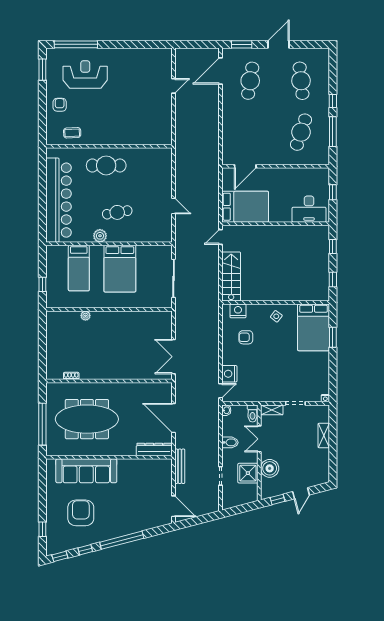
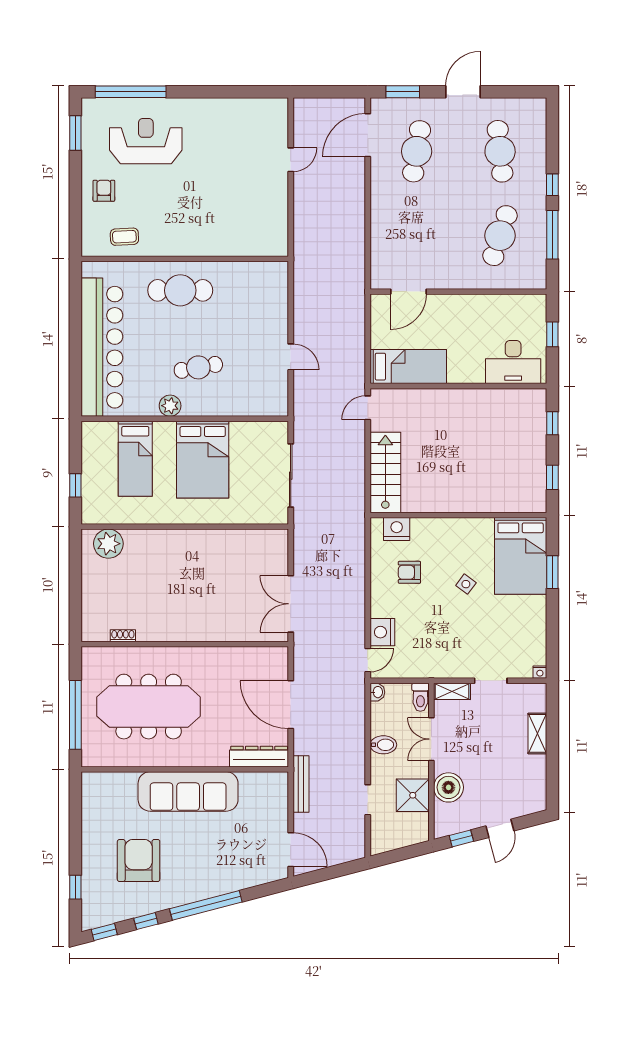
bed: (245, 207) -> (408, 367), width x0.67
plant: (85, 316) -> (108, 544), moved, width x1.88, depth x1.88
side table: (276, 316) -> (466, 584), moved
sofa: (86, 471) -> (188, 791), moved

